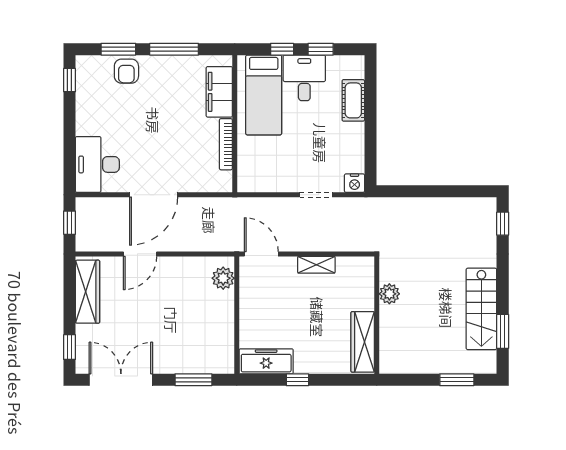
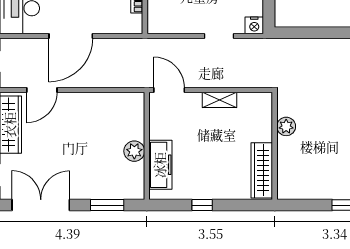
door: (140, 254) -> (42, 90), moved
plant: (223, 278) -> (134, 151), moved
freezer: (266, 361) -> (160, 165), moved, turned 90

